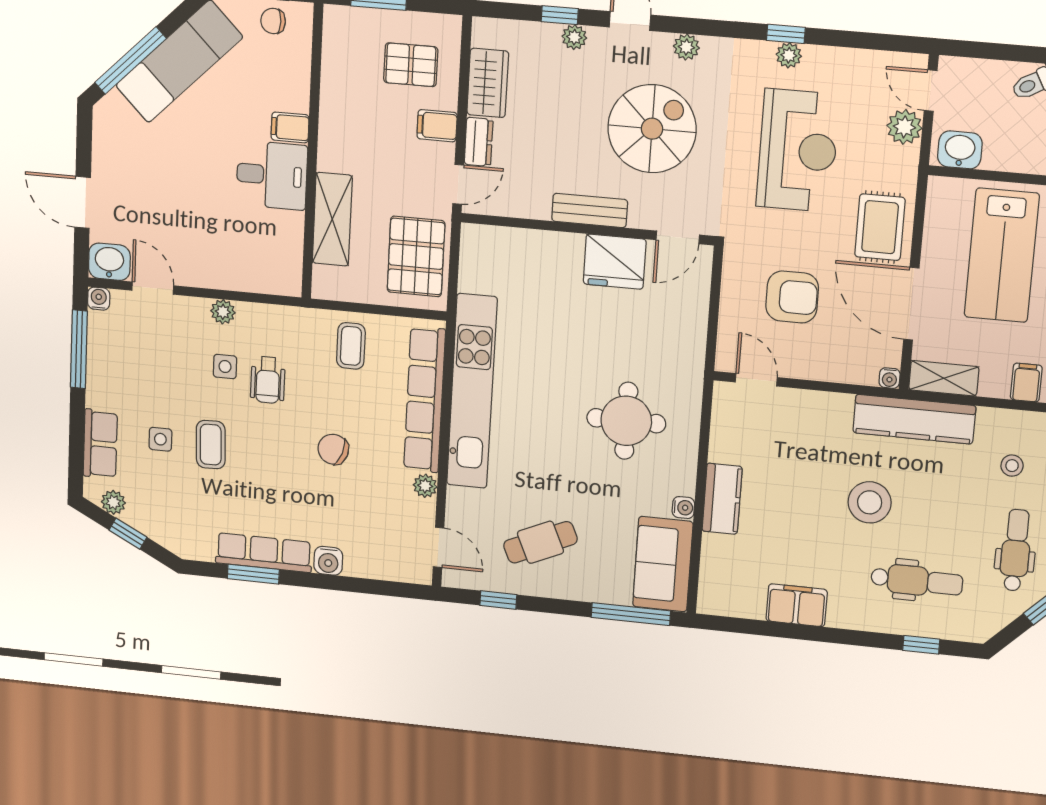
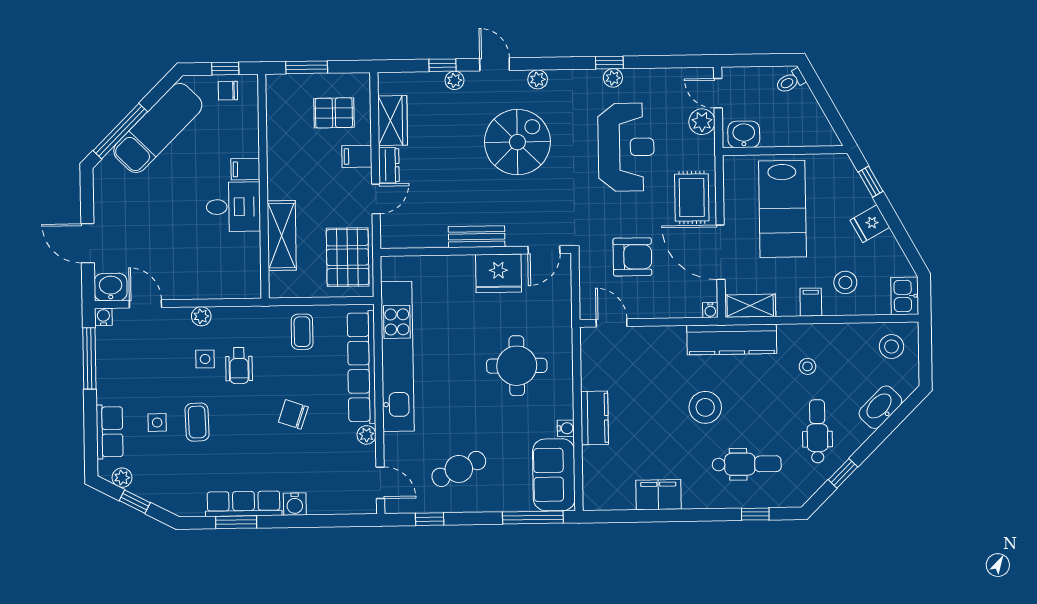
bench: (590, 210) -> (477, 237), moved
wall: (587, 229) -> (476, 251), moved
door: (678, 237) -> (544, 250), moved
fridge: (615, 262) -> (498, 273), moved

